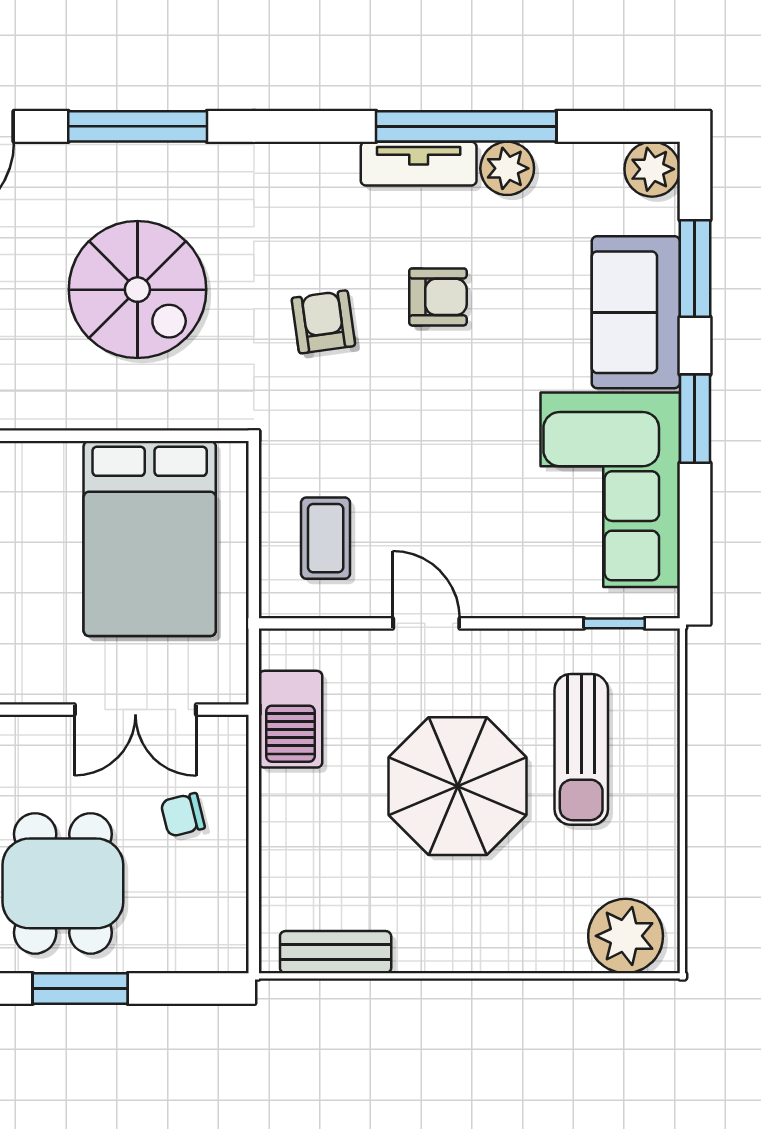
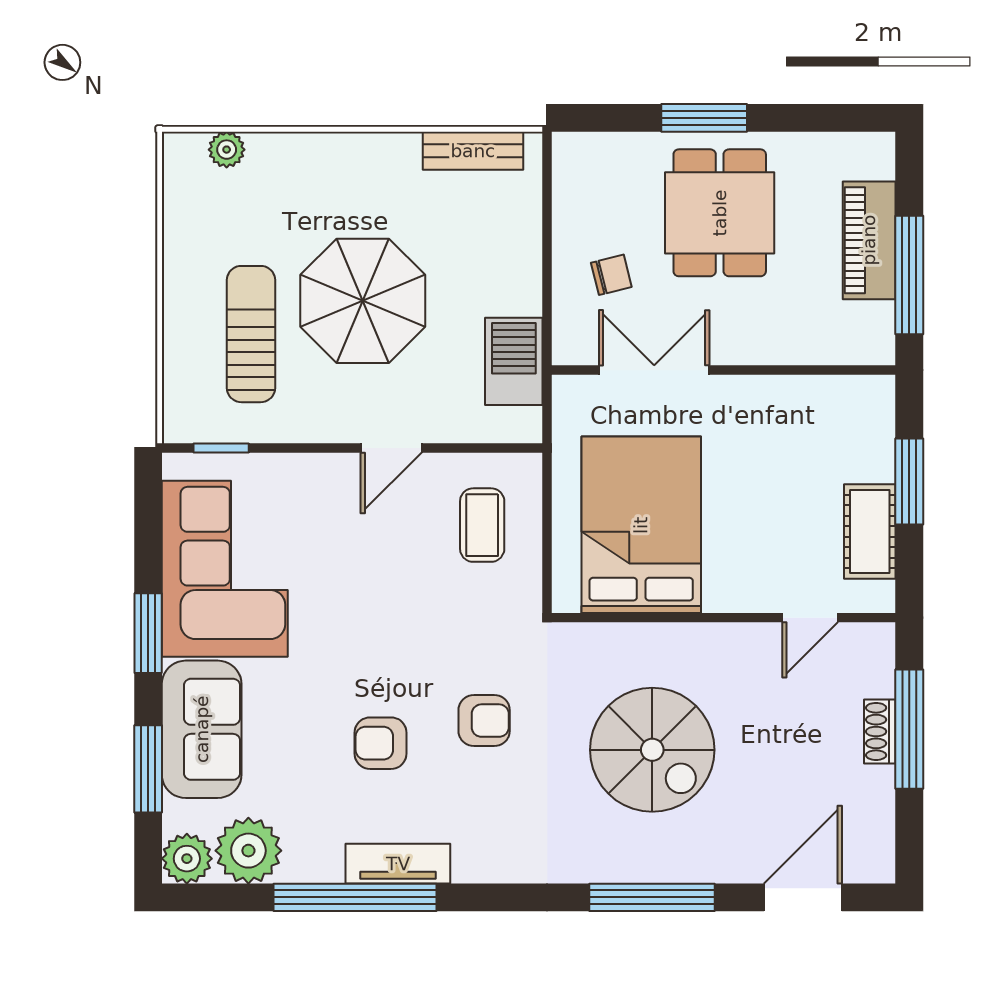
plant: (507, 168) -> (248, 851), moved, width x1.36, depth x1.36
spiral stairs: (137, 290) -> (652, 750), turned 180
armchair: (323, 322) -> (484, 721), turned -82
door: (426, 623) -> (391, 448), hinge flipped
plant: (626, 936) -> (227, 150), width x0.53, depth x0.53

